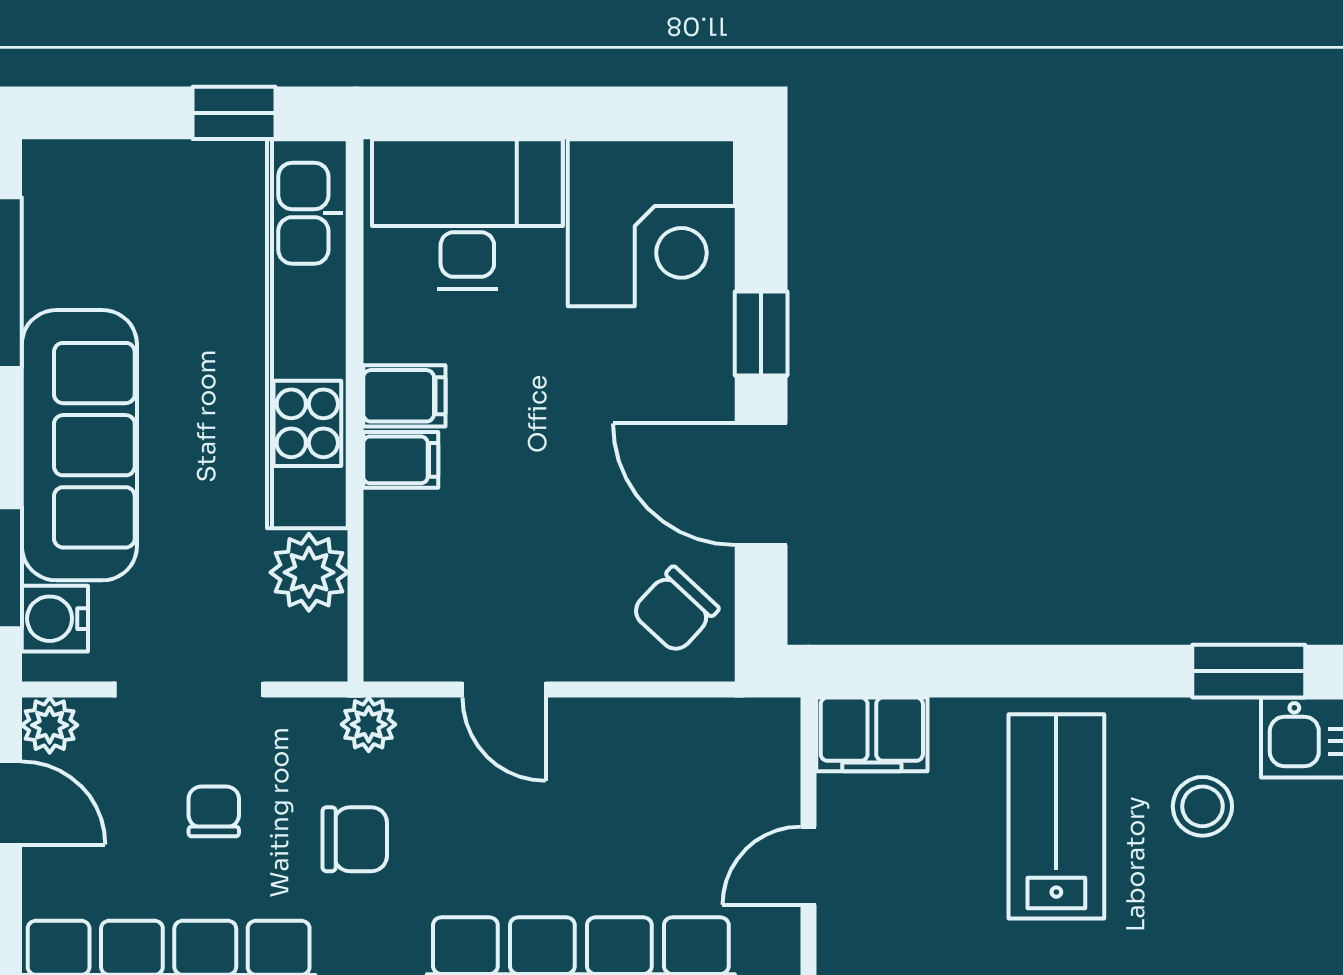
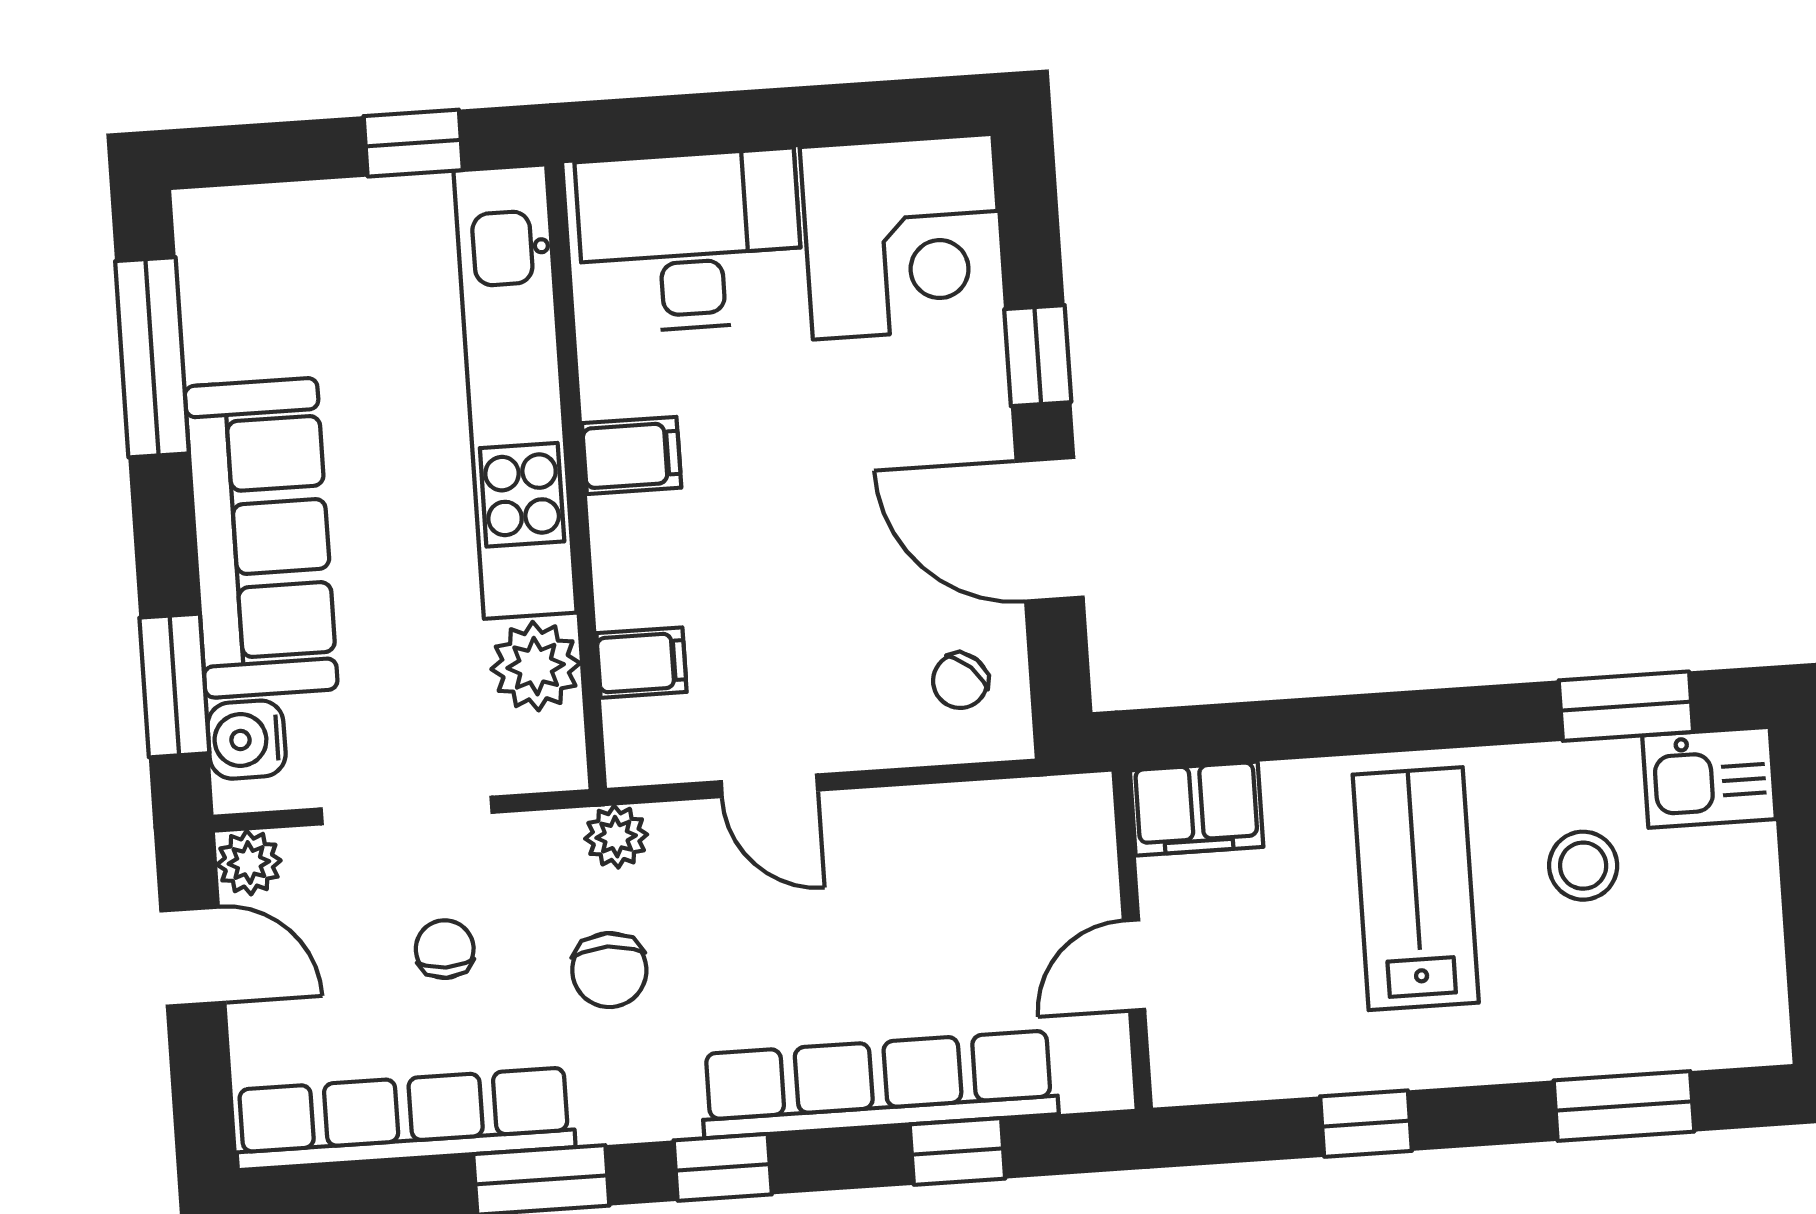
filing cabinet: (401, 460) -> (642, 663), moved
chair: (675, 610) -> (960, 681), width x0.73, depth x0.73
chair: (355, 839) -> (609, 970), turned 90

